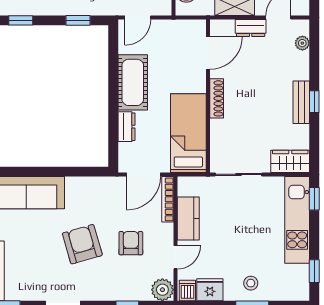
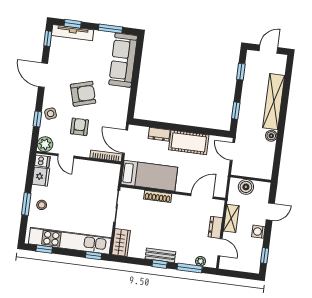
door: (208, 53) -> (202, 196), swing flipped
window: (314, 57) -> (190, 268), added
shoe rack: (217, 98) -> (158, 196), moved
kitchen counter: (188, 218) -> (91, 168), removed
kitchen unit: (297, 220) -> (70, 241), width x1.36
armchair: (131, 243) -> (79, 127), turned -90
side table: (117, 287) -> (51, 114), added

